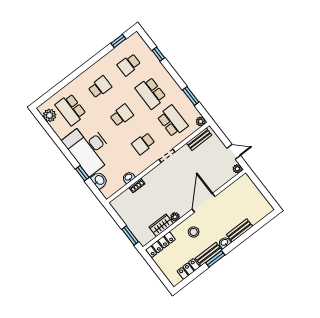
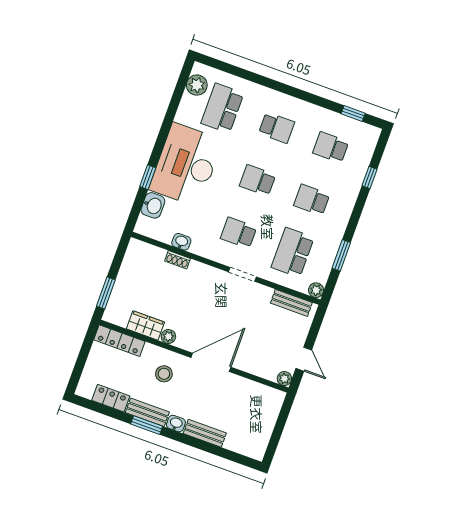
school desk: (151, 93) -> (312, 200), width x0.54
school desk: (122, 115) -> (258, 180), turned 180
school desk: (172, 121) -> (293, 252), turned 180

